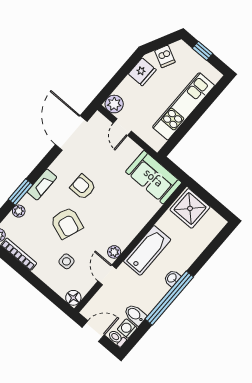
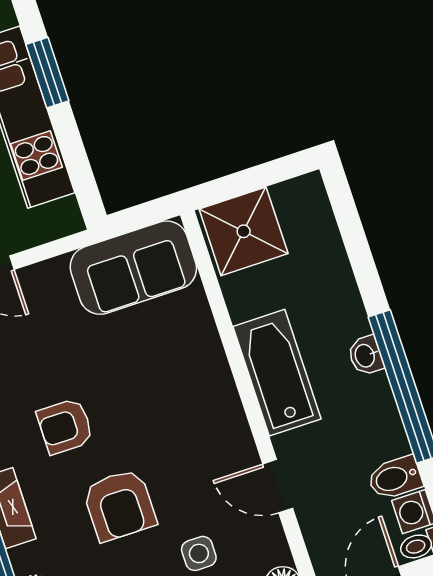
window: (204, 105) -> (47, 73), added
armchair: (67, 223) -> (120, 505), turned 70
plant: (114, 252) -> (239, 443), removed

